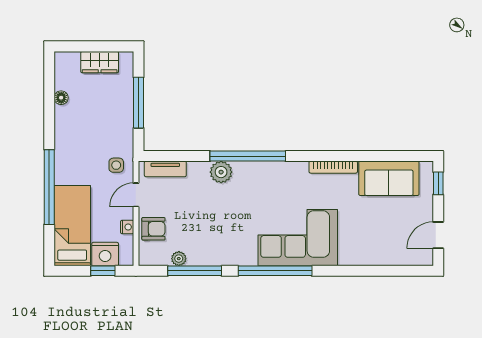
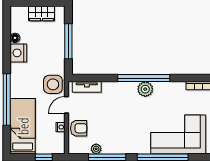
side table: (116, 165) -> (53, 84), width x1.87, depth x1.87
plant: (221, 172) -> (145, 89), moved
nightstand: (105, 254) -> (18, 53), moved, turned 90

